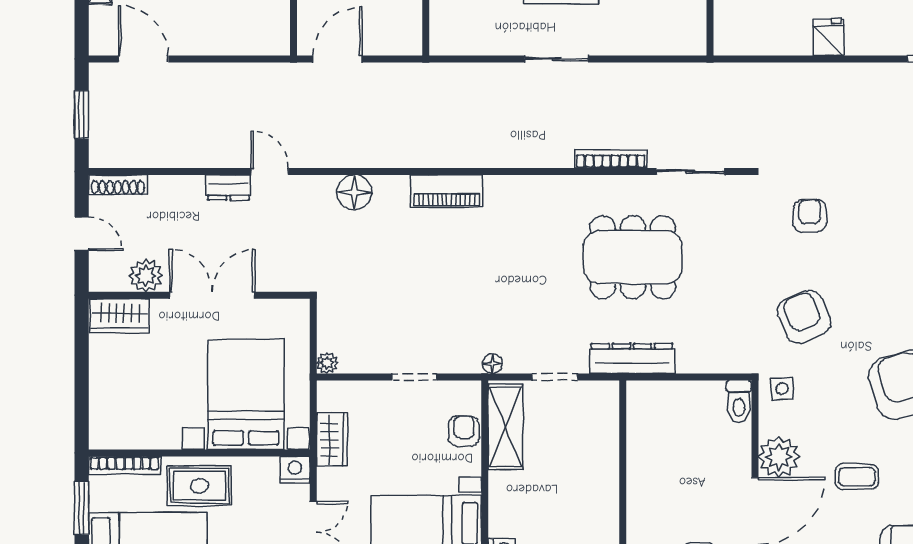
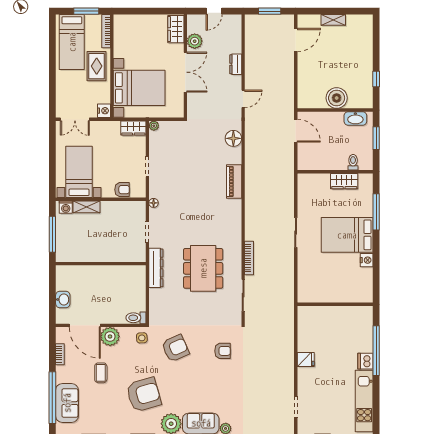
shoe rack: (118, 185) -> (237, 28), removed
dresser: (228, 187) -> (236, 64), moved
shelving: (505, 427) -> (86, 207), moved, width x0.67, depth x0.75
wardrobe: (332, 439) -> (133, 128), moved

